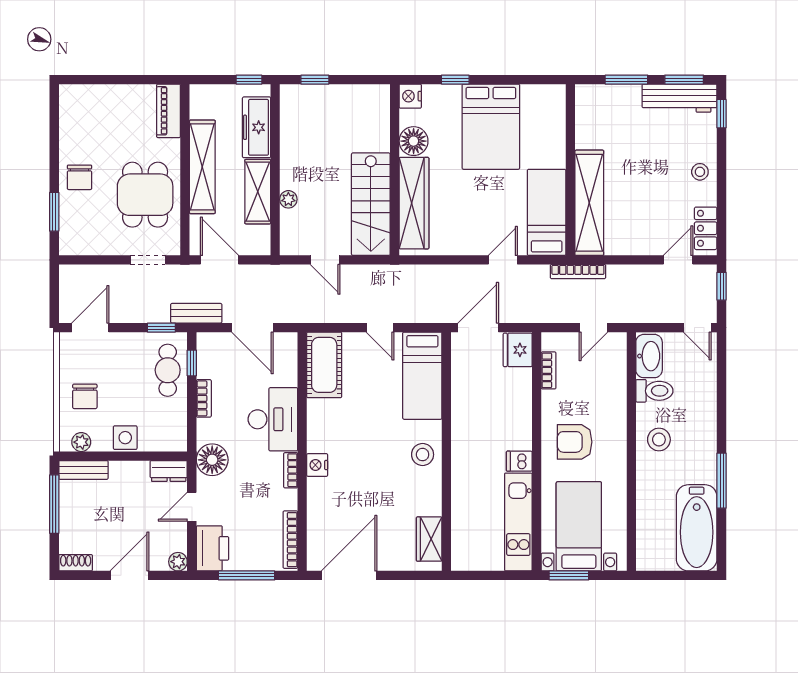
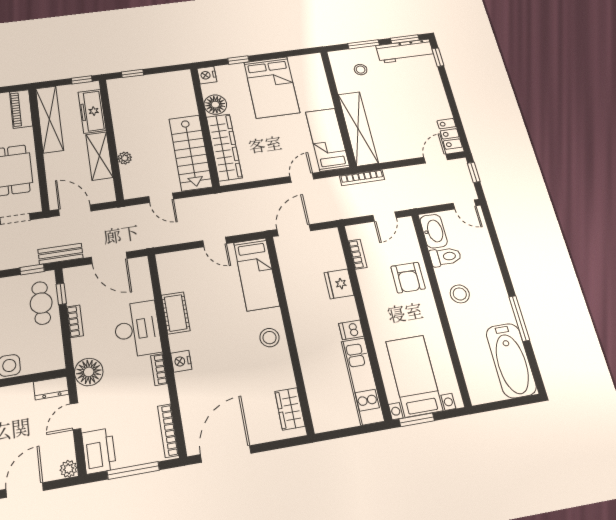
shelving: (202, 167) -> (49, 119), moved
stool: (700, 172) -> (361, 70), moved
fridge: (518, 350) -> (339, 284), moved
cot: (324, 365) -> (176, 313), moved, width x0.73, depth x0.75
armchair: (575, 442) -> (408, 278), moved, turned -90

